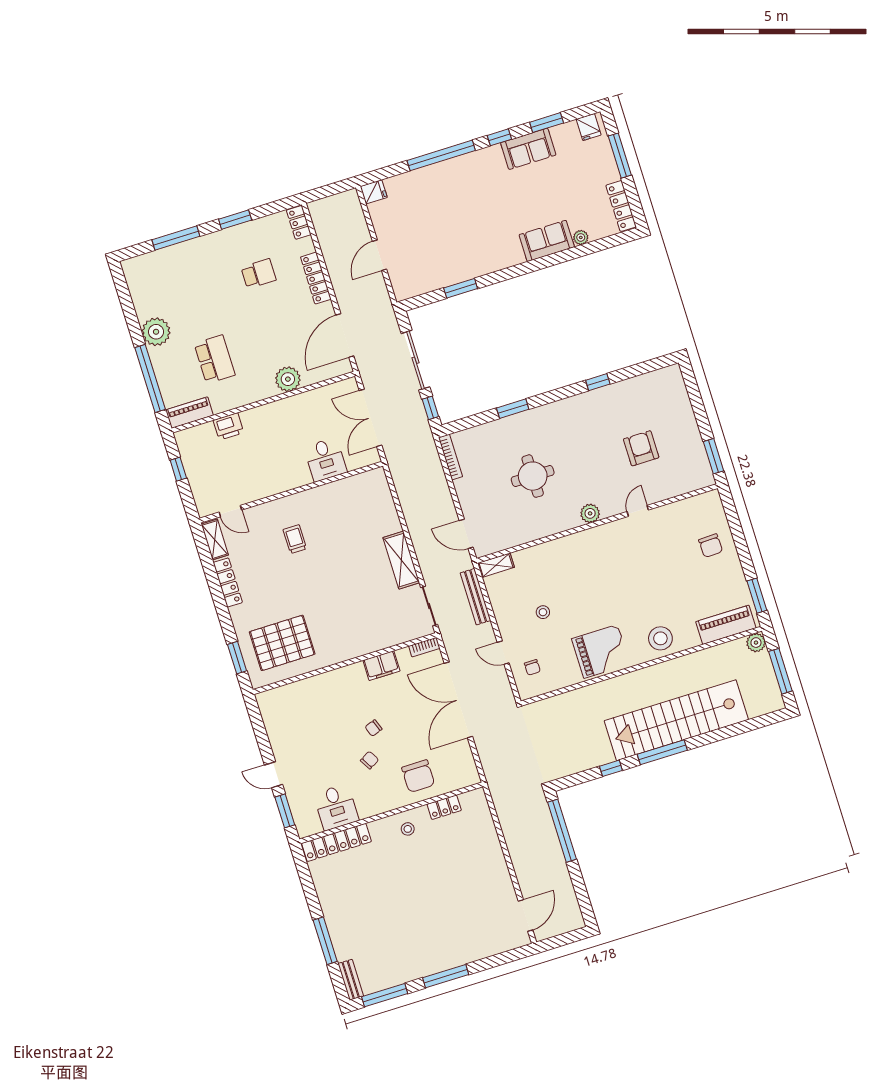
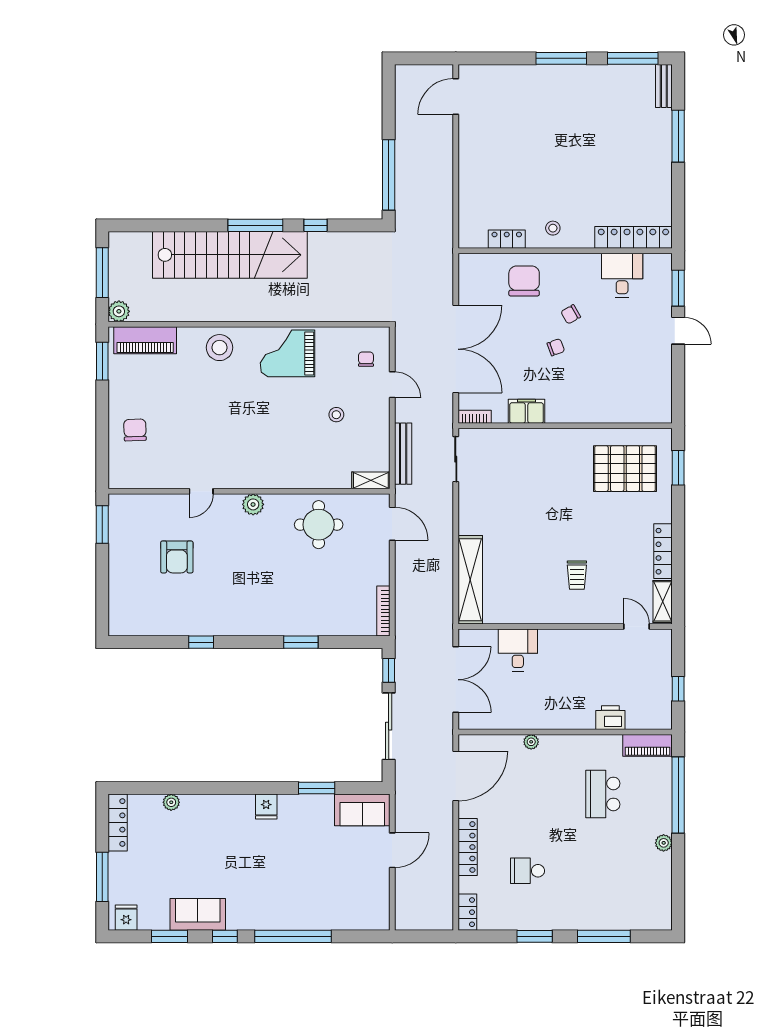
fridge: (374, 192) -> (266, 807), moved, turned -90
sofa: (547, 241) -> (362, 810), moved
plant: (156, 332) -> (664, 843), width x0.53, depth x0.53
plant: (288, 379) -> (531, 742), width x0.53, depth x0.53
round table: (533, 476) -> (319, 525), moved
shelving: (401, 560) -> (470, 580), moved, width x1.47

